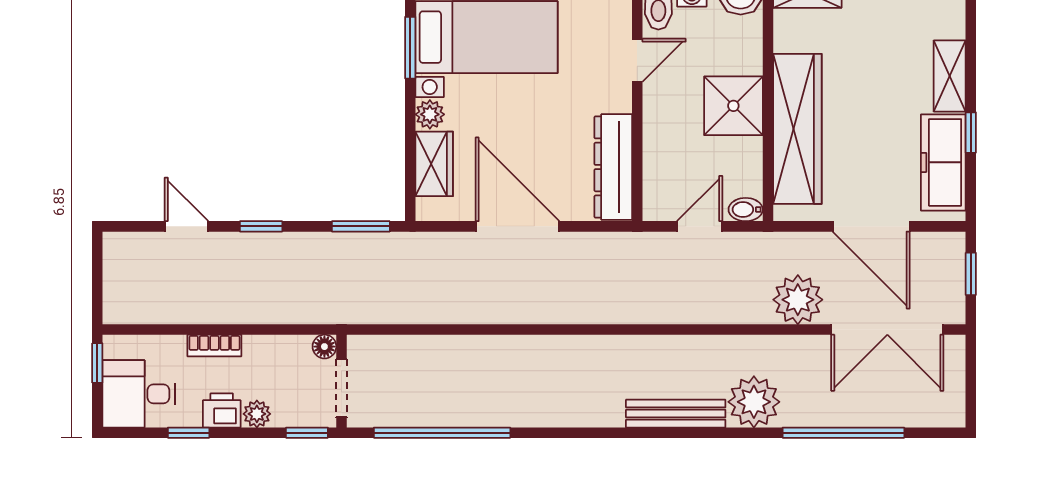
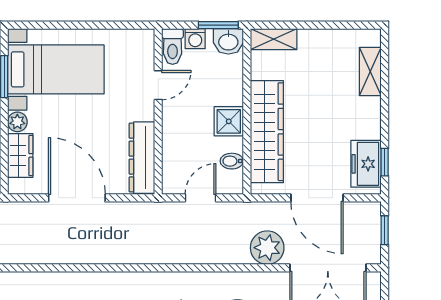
shelving: (950, 76) -> (370, 72), moved
shower: (733, 106) -> (229, 121), width x0.73, depth x0.73
window: (971, 133) -> (385, 162), moved
freezer: (943, 162) -> (366, 164), width x0.71
bidet: (746, 210) -> (232, 161), moved

